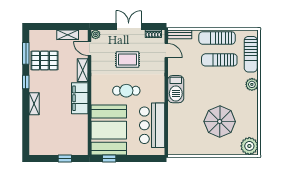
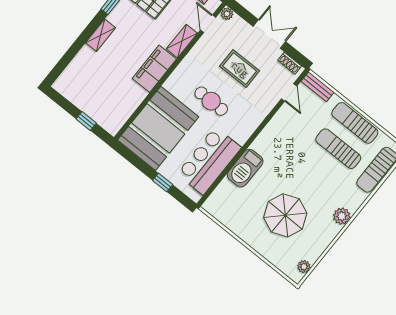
plant: (252, 84) -> (342, 216), moved
barbecue: (176, 89) -> (245, 168), moved
plant: (249, 146) -> (304, 267), width x0.53, depth x0.53
window: (109, 159) -> (163, 182), moved

